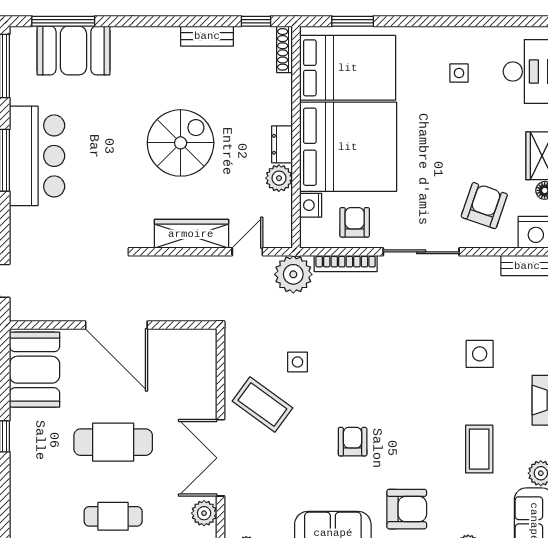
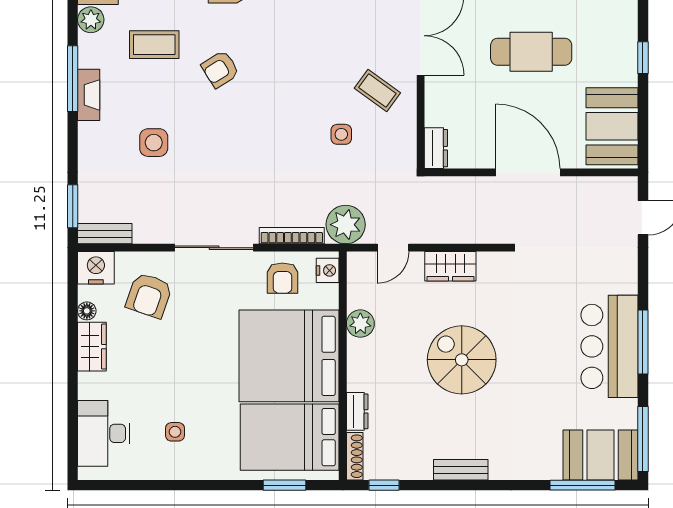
bench: (207, 36) -> (461, 470), moved
booth: (73, 50) -> (601, 455), moved
spiral stairs: (181, 143) -> (462, 360), turned 90
dresser: (282, 144) -> (357, 411), moved
nightstand: (311, 205) -> (328, 270), moved
wardrobe: (191, 234) -> (450, 266), width x0.67
dresser: (206, 349) -> (436, 148), added
coffee table: (262, 405) -> (377, 90), width x0.73, depth x0.77
armchair: (353, 442) -> (220, 69), moved, turned 58
coffee table: (479, 449) -> (154, 45), turned 90

